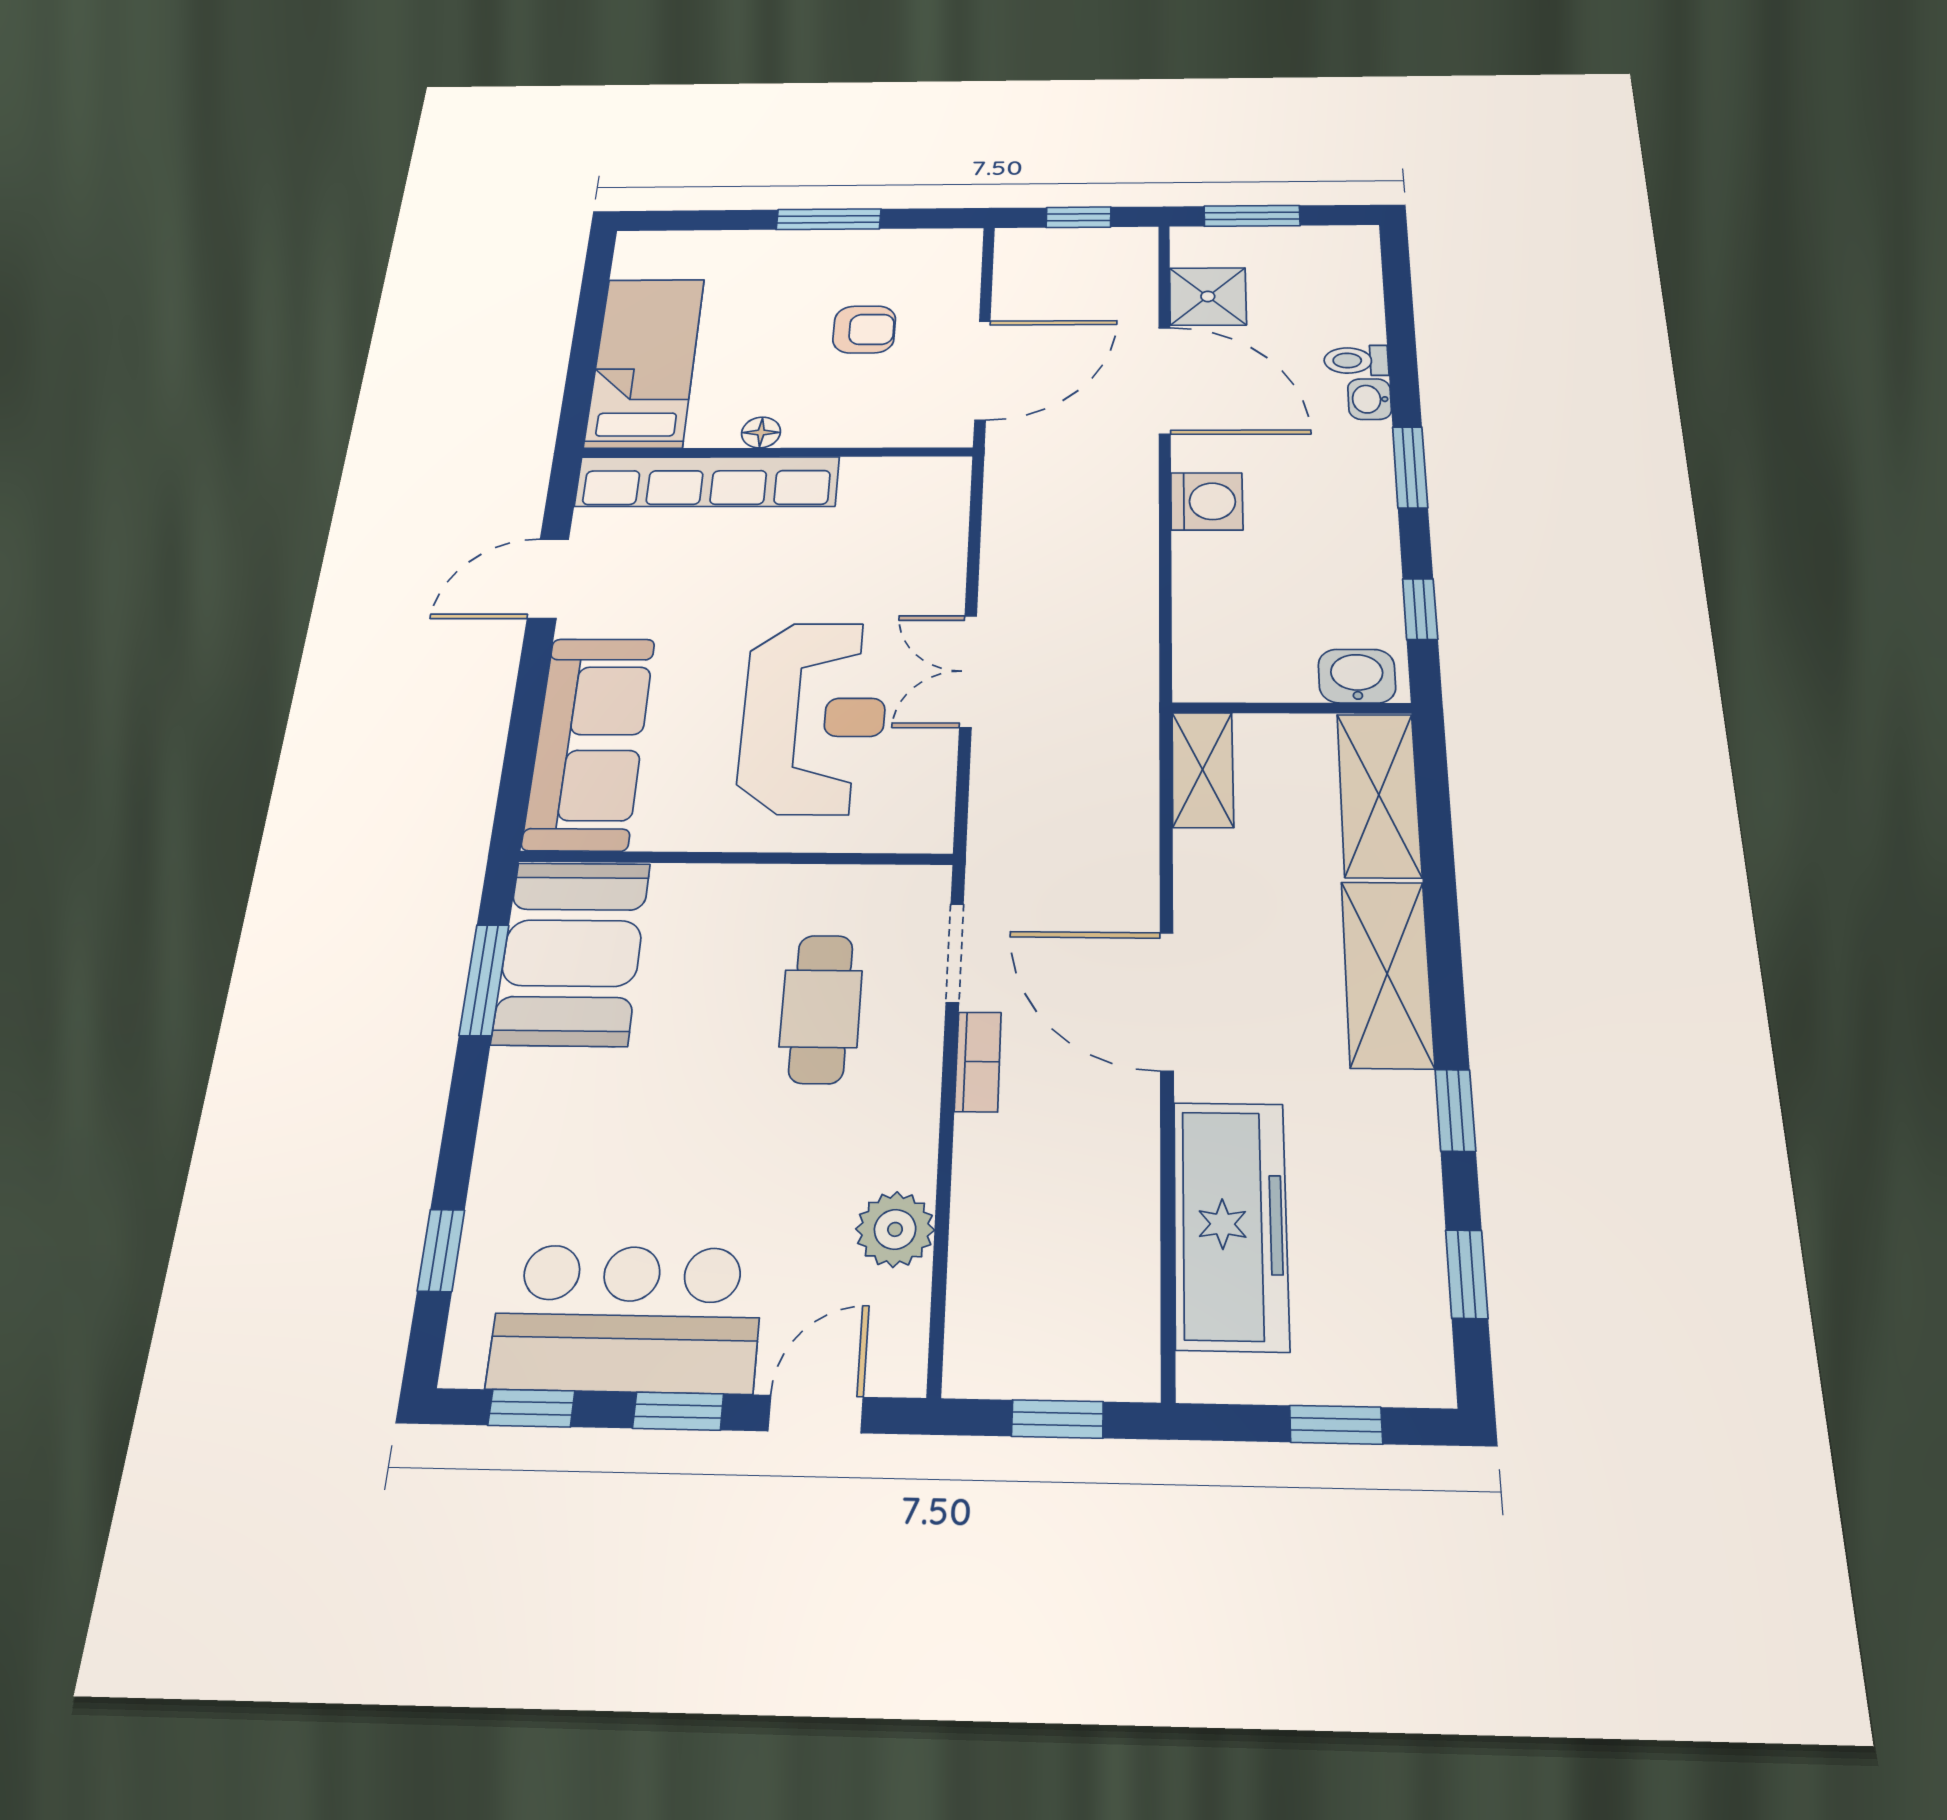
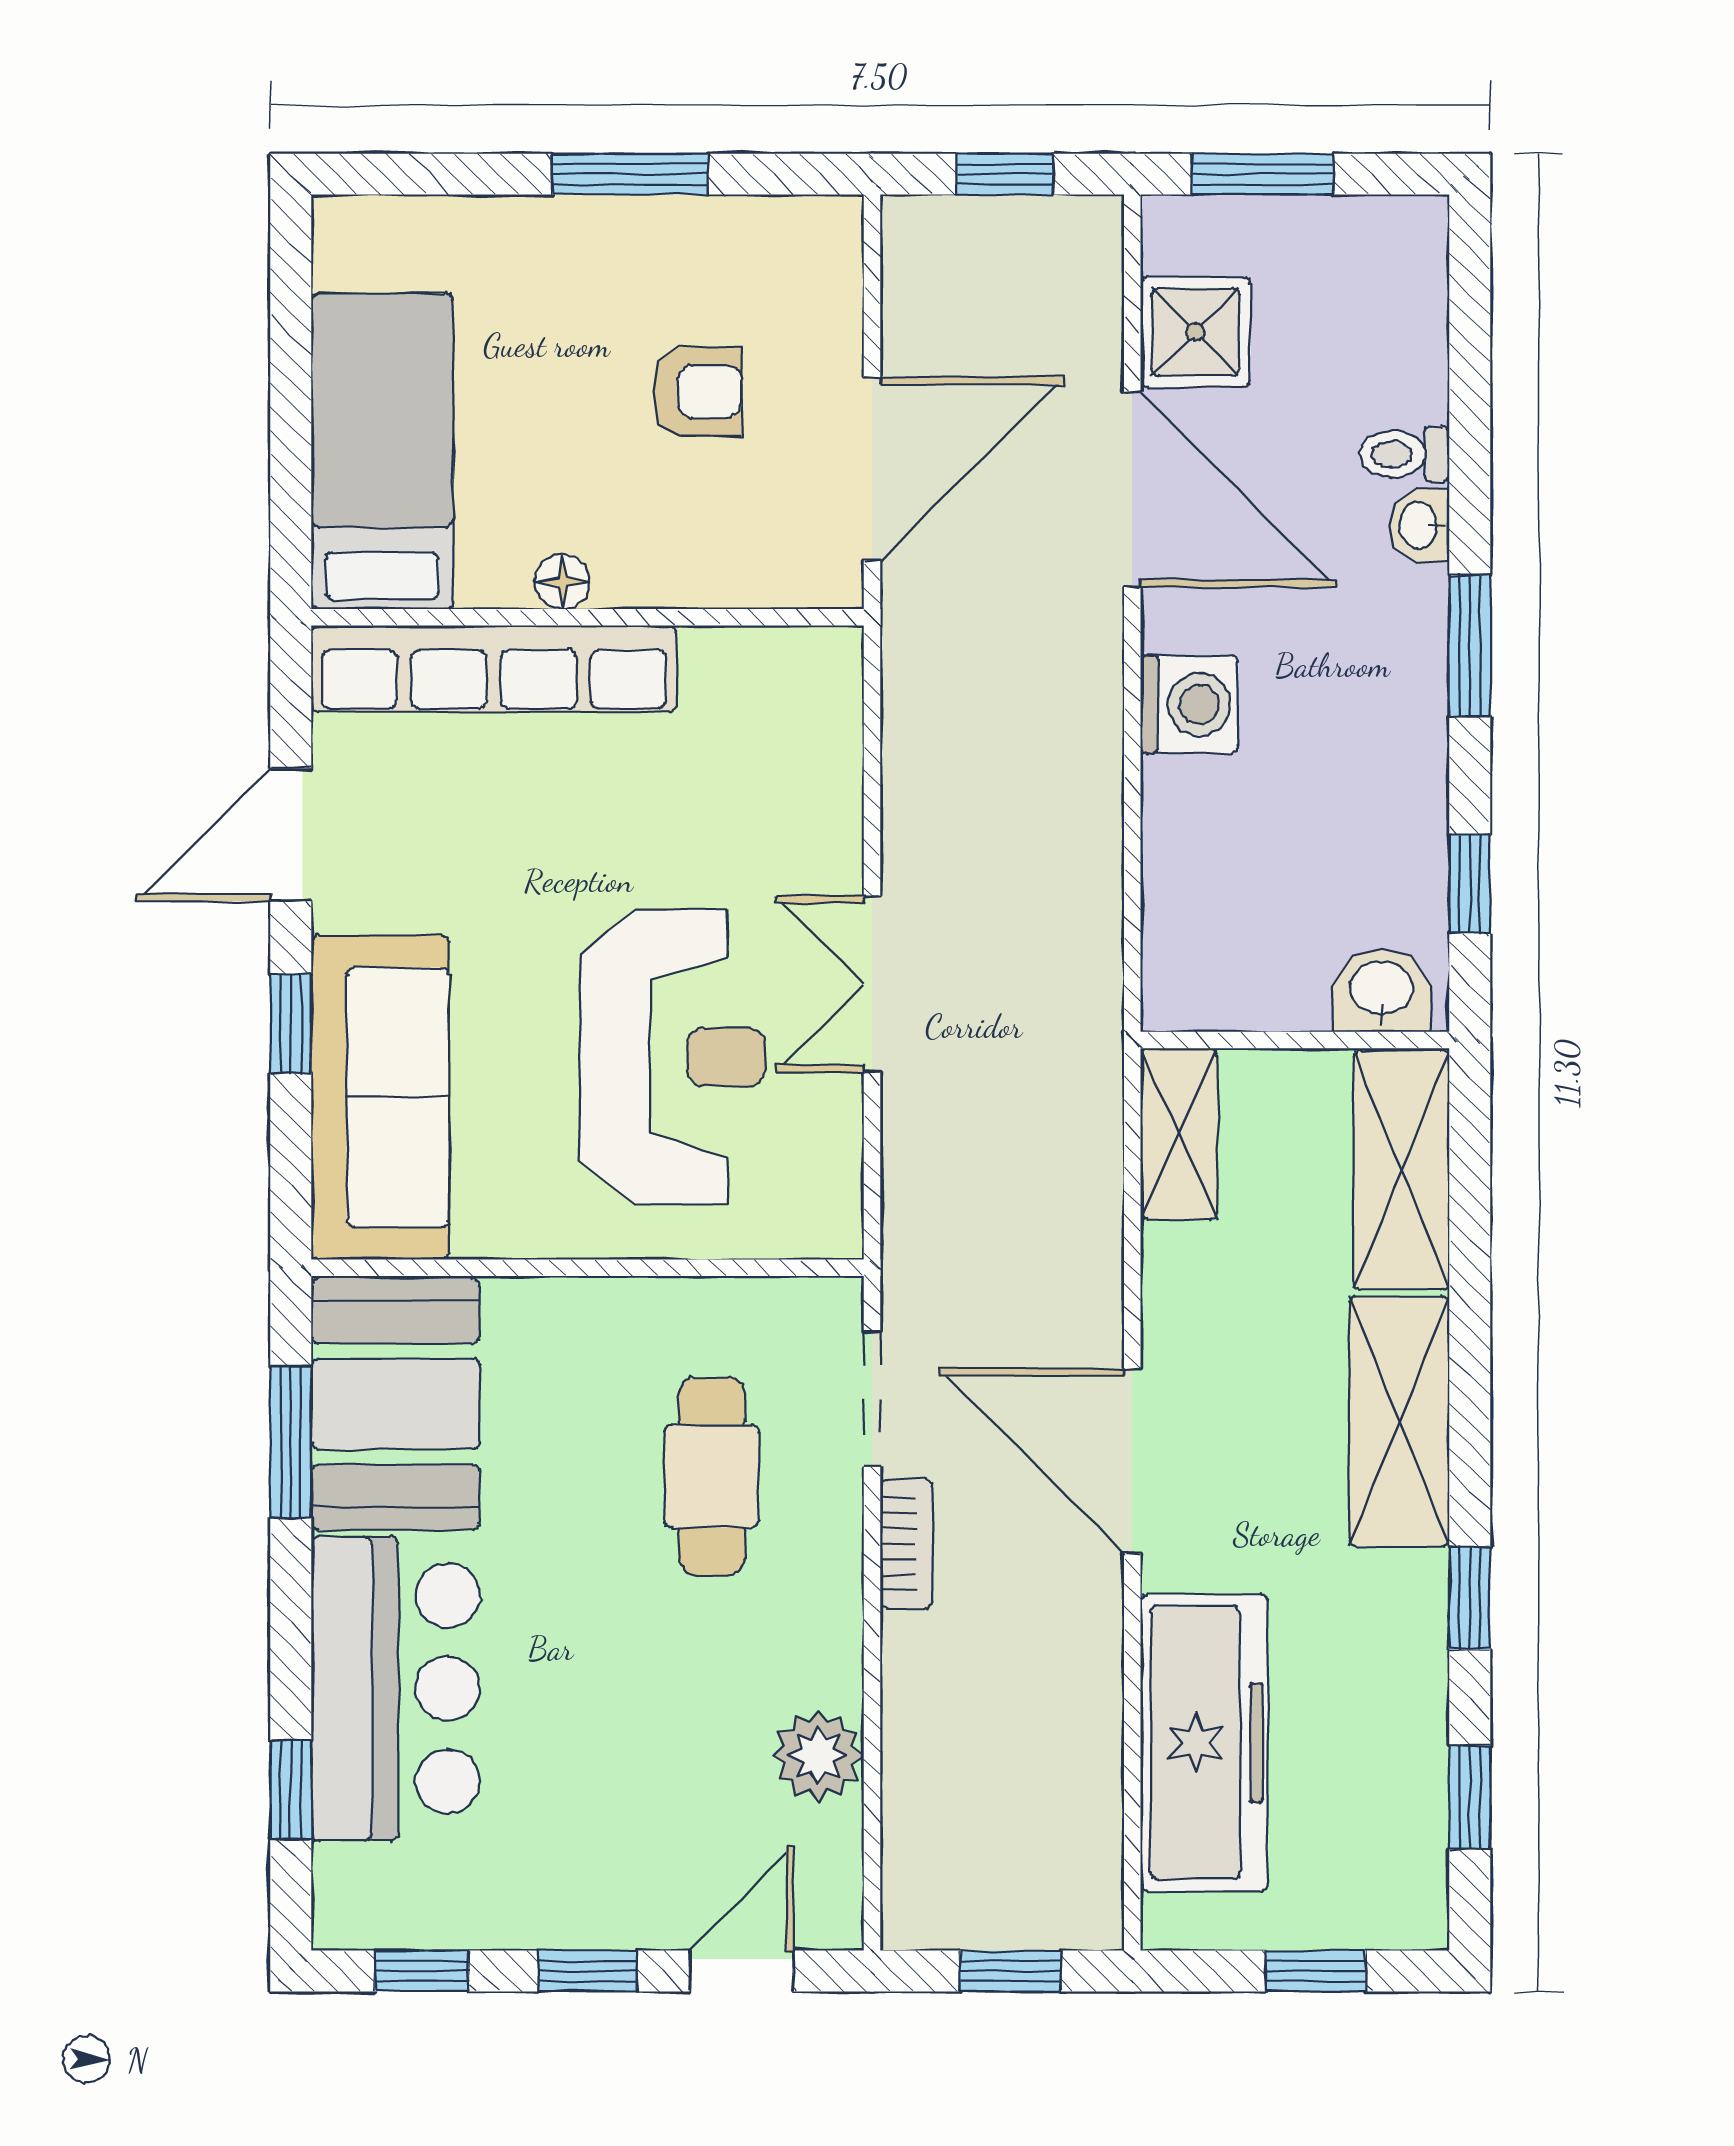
window: (530, 695) -> (291, 1024), added
bar counter: (627, 1318) -> (395, 1688), moved, turned 90

